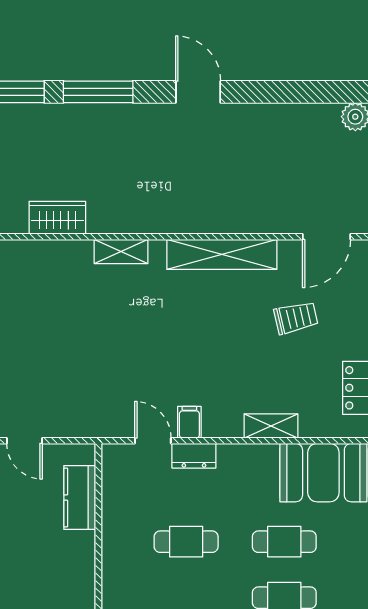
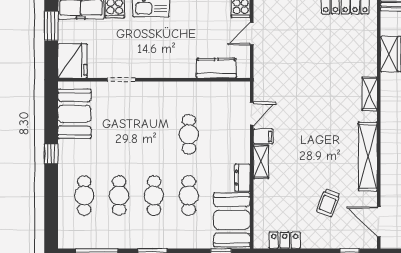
trolley: (296, 318) -> (328, 203), turned 34
shelving: (271, 426) -> (261, 162), moved
dresser: (194, 456) -> (242, 178), moved

